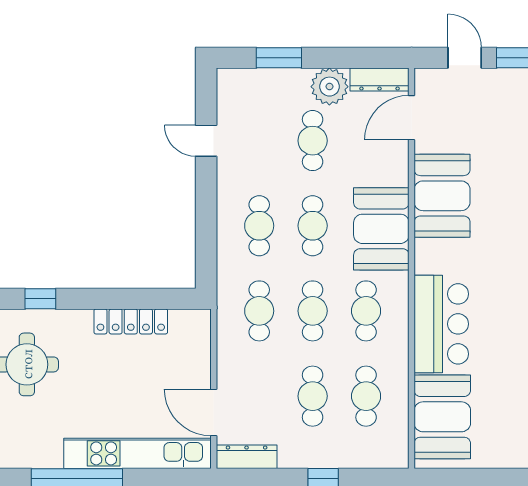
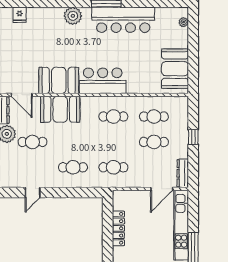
cafe table: (313, 226) -> (73, 142), removed
booth: (381, 229) -> (60, 109), moved
cafe table: (313, 311) -> (113, 142), removed
bar counter: (441, 324) -> (103, 81), moved
booth: (442, 417) -> (175, 69), moved, turned 90

